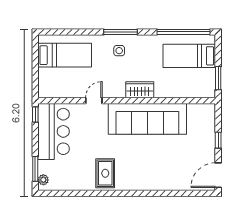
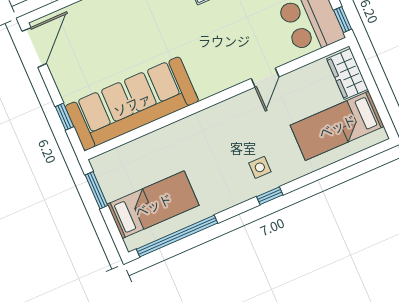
window: (121, 32) -> (270, 196), width x0.46
wardrobe: (140, 90) -> (347, 74), moved, turned 90
sofa: (147, 119) -> (132, 104), moved
window: (218, 140) -> (64, 117), moved

